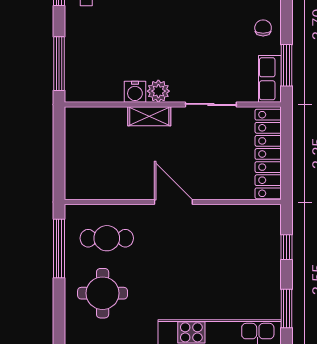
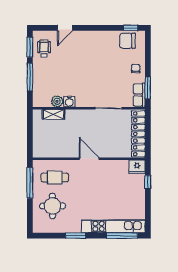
window: (59, 64) -> (30, 77), moved
plant: (158, 91) -> (57, 101), moved
shelving: (149, 116) -> (54, 114), moved
fridge: (266, 217) -> (137, 167), added
window: (287, 308) -> (148, 214), removed

